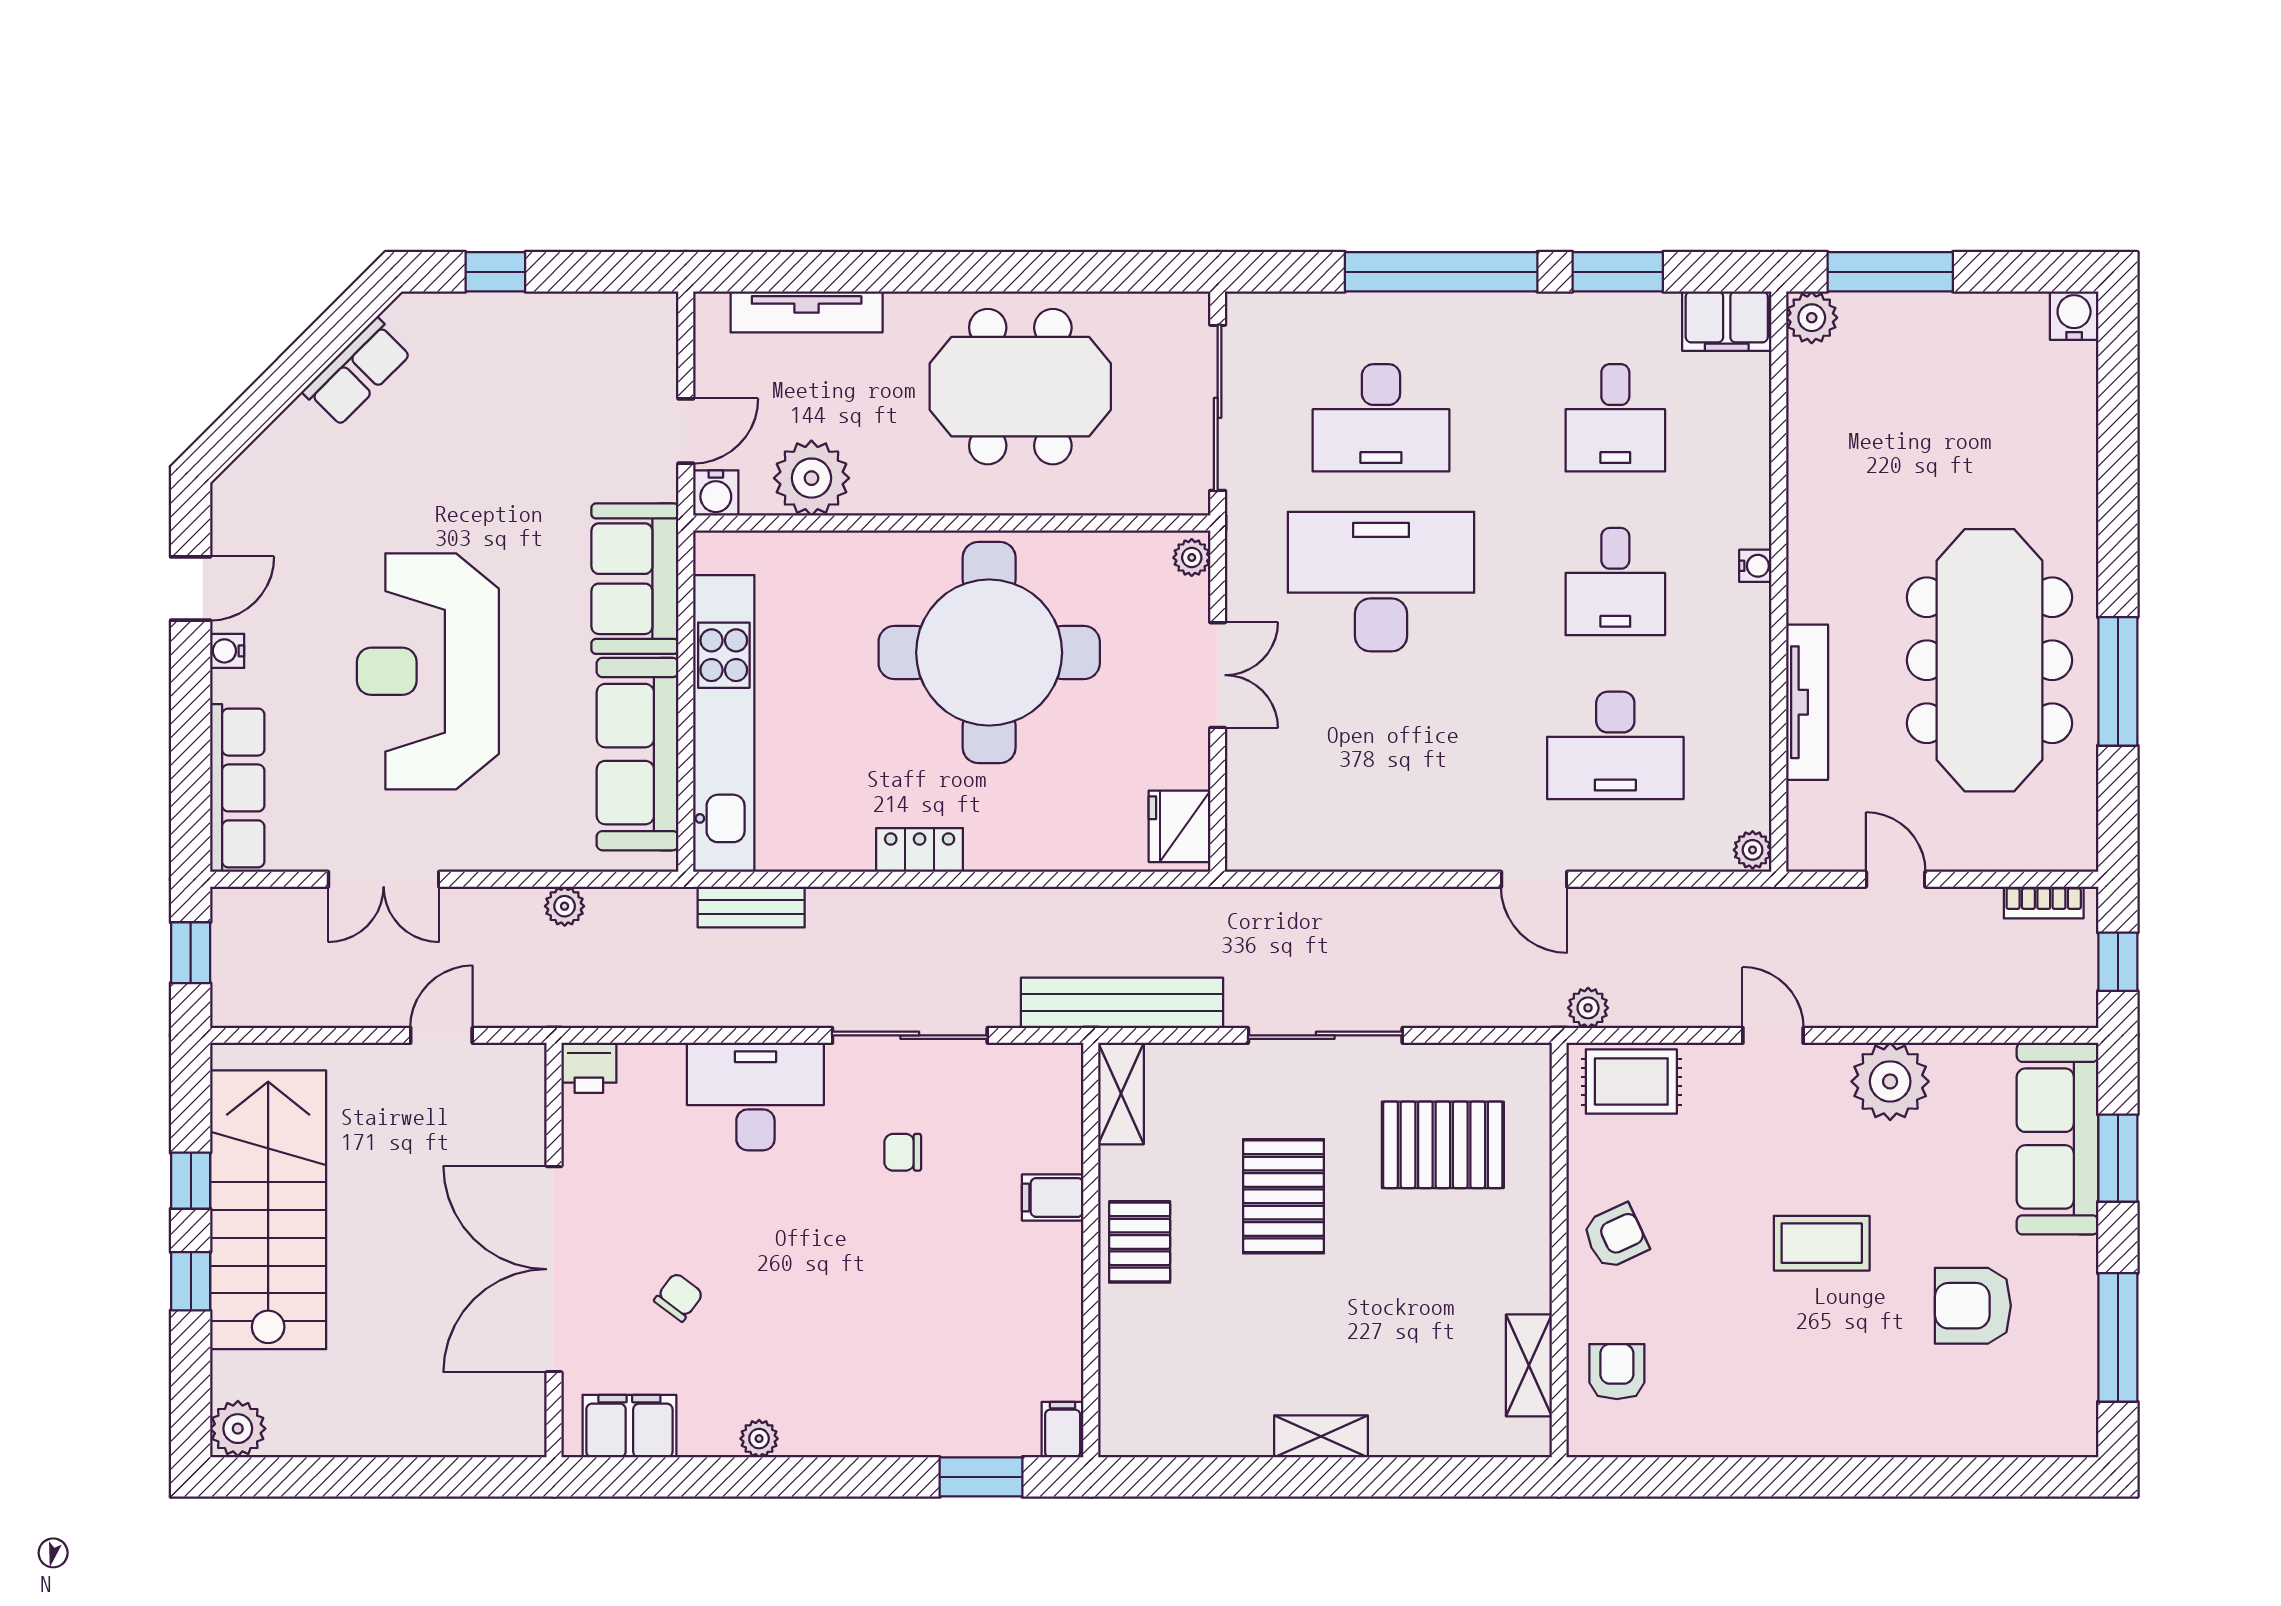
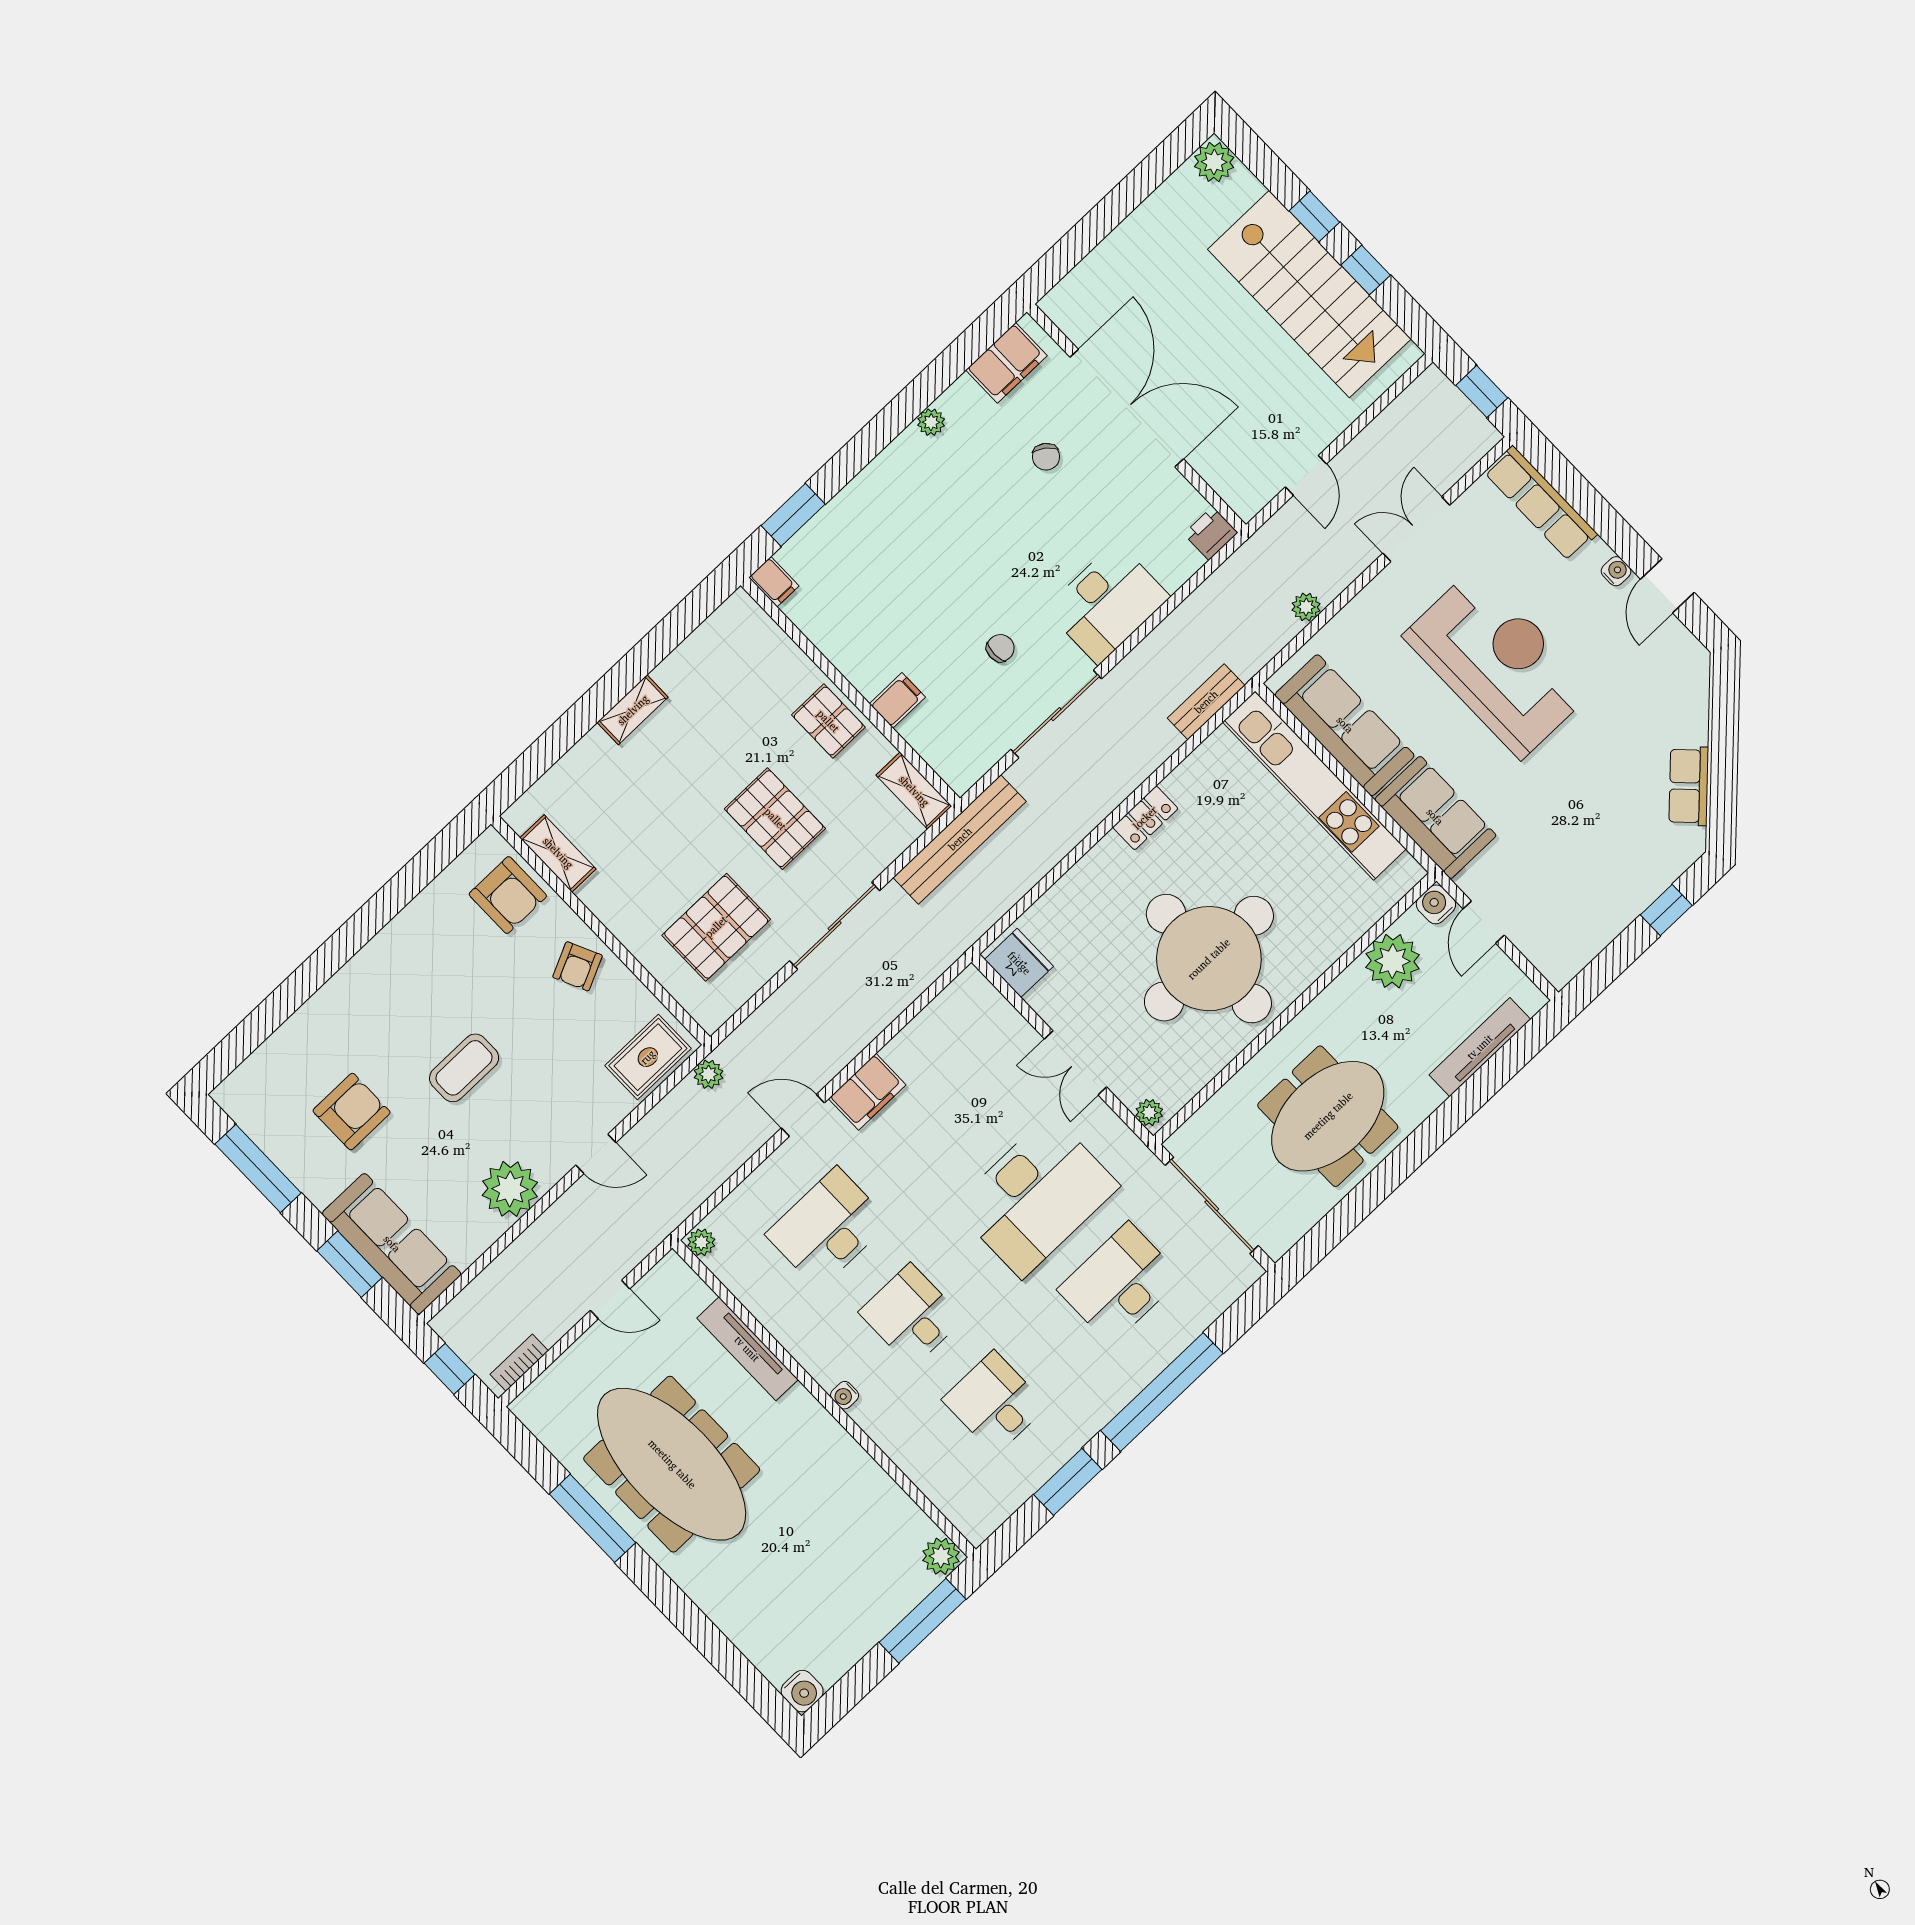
filing cabinet: (1727, 321) -> (867, 1092), moved, turned 180
armchair: (1617, 1372) -> (508, 895), width x1.38, depth x1.38

